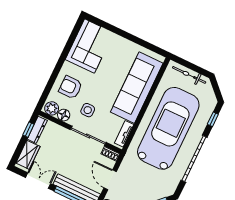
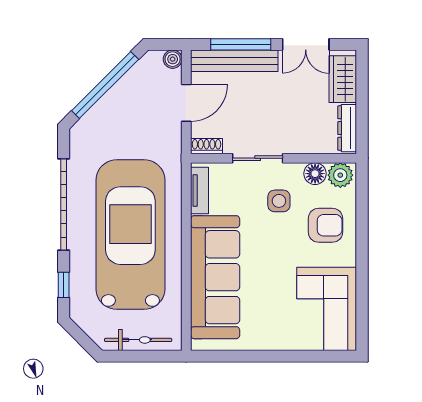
car: (168, 128) -> (130, 235), turned 180
window: (28, 130) -> (362, 121), removed
sliding door: (88, 136) -> (258, 158), width x0.73
door: (110, 180) -> (186, 103), hinge flipped

